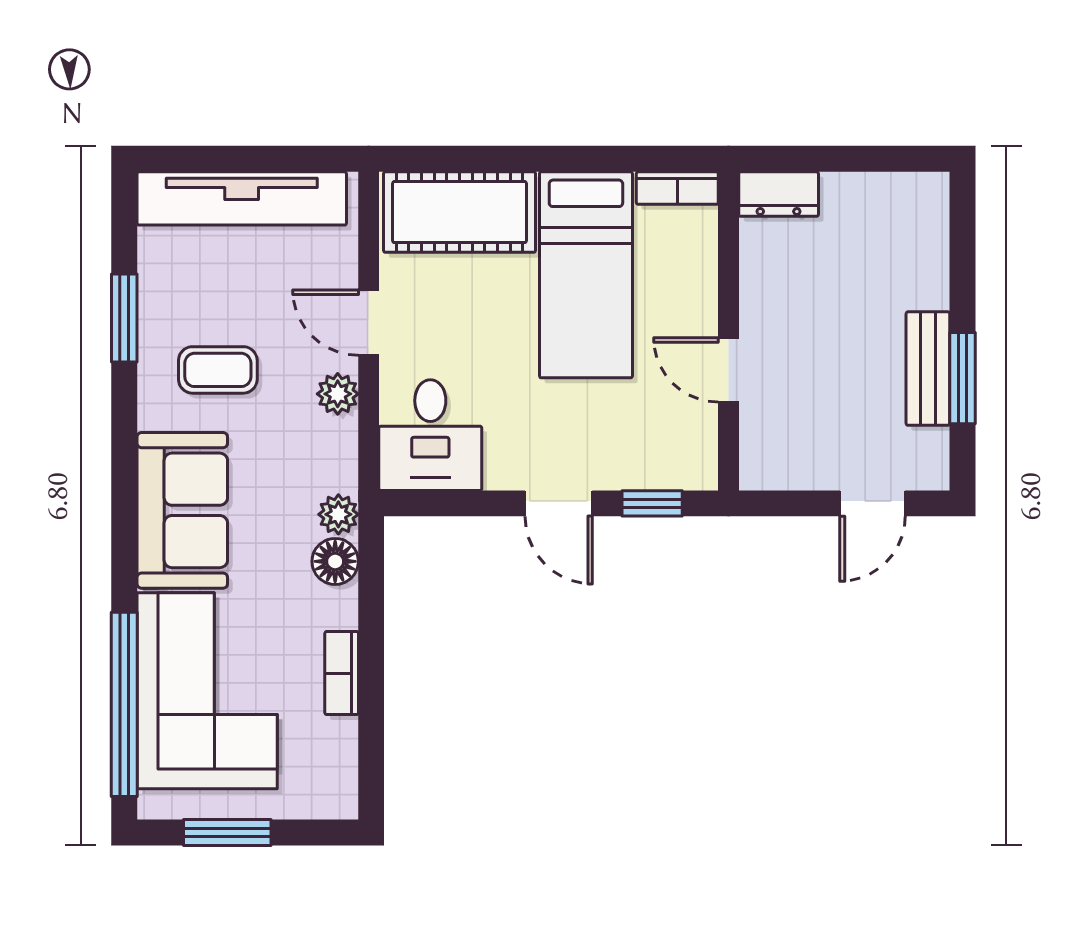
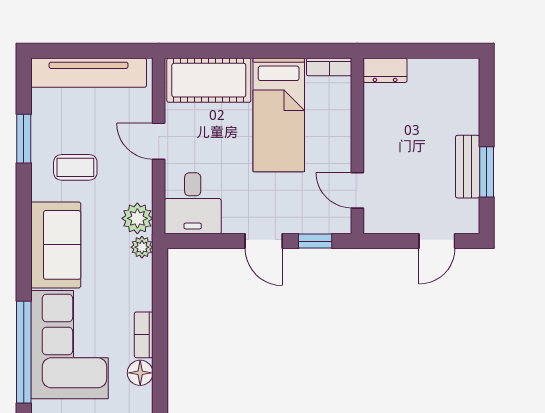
door: (729, 370) -> (357, 190), moved
plant: (338, 394) -> (137, 218), moved, width x1.38, depth x1.38
floor lamp: (335, 561) -> (140, 373), moved

